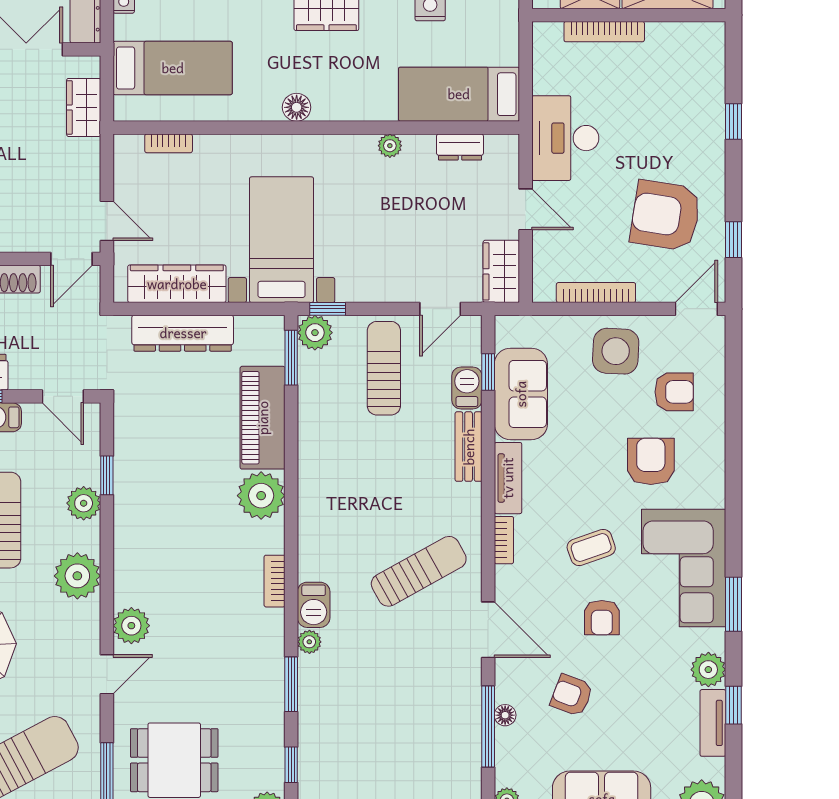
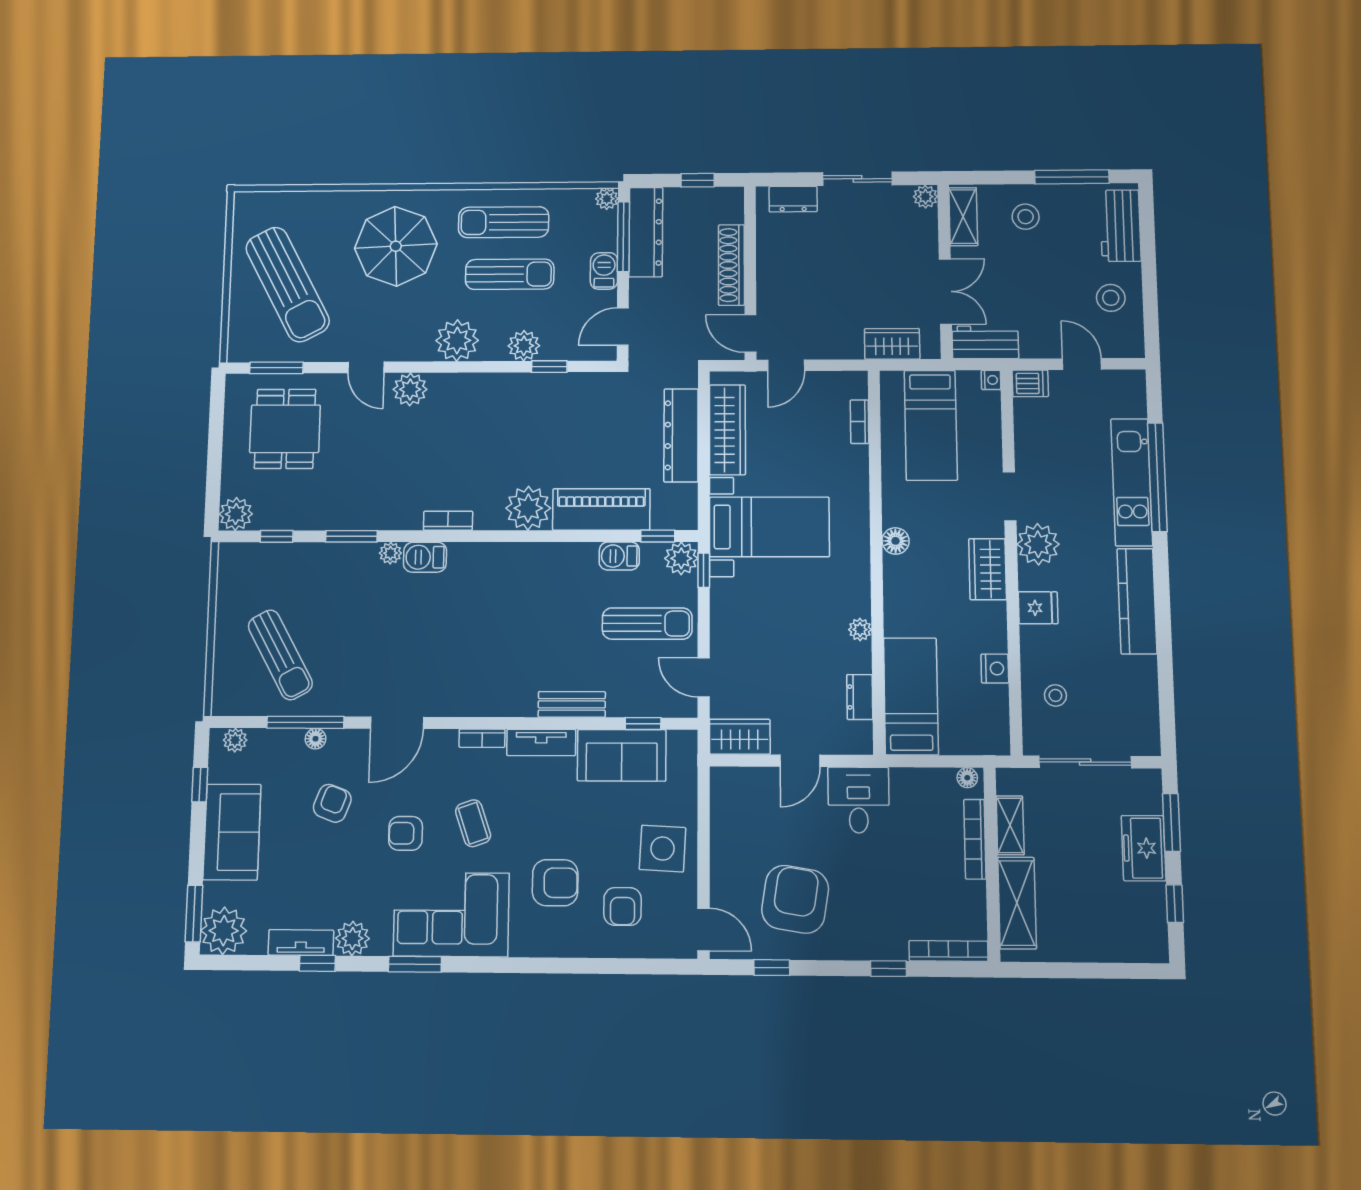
floor lamp: (542, 38) -> (967, 778), added
desk: (565, 138) -> (859, 800), width x0.73
bookcase: (596, 293) -> (948, 951), moved, turned -90
window: (291, 358) -> (658, 536), width x0.67
barbecue: (467, 388) -> (619, 556), moved, turned 180
sun lounger: (419, 571) -> (280, 655), moved

